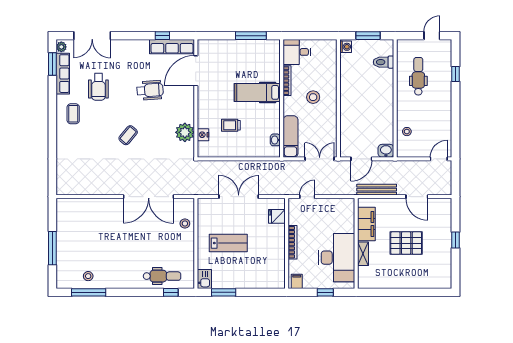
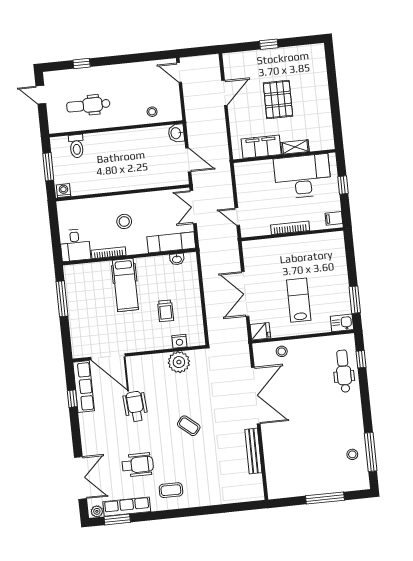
bench: (377, 190) -> (253, 451), moved
fridge: (277, 216) -> (260, 331), moved, turned -90

